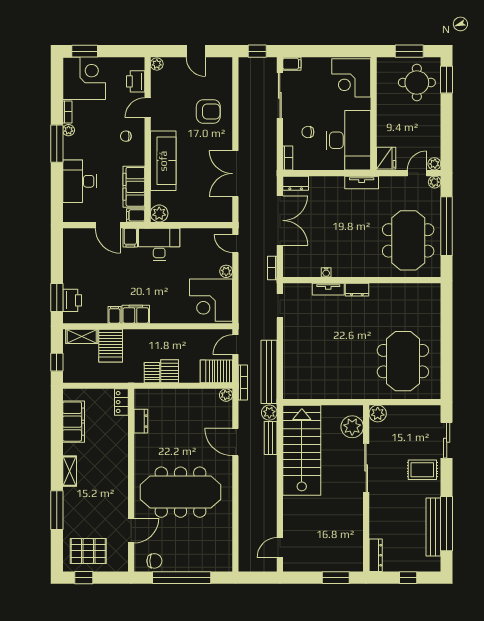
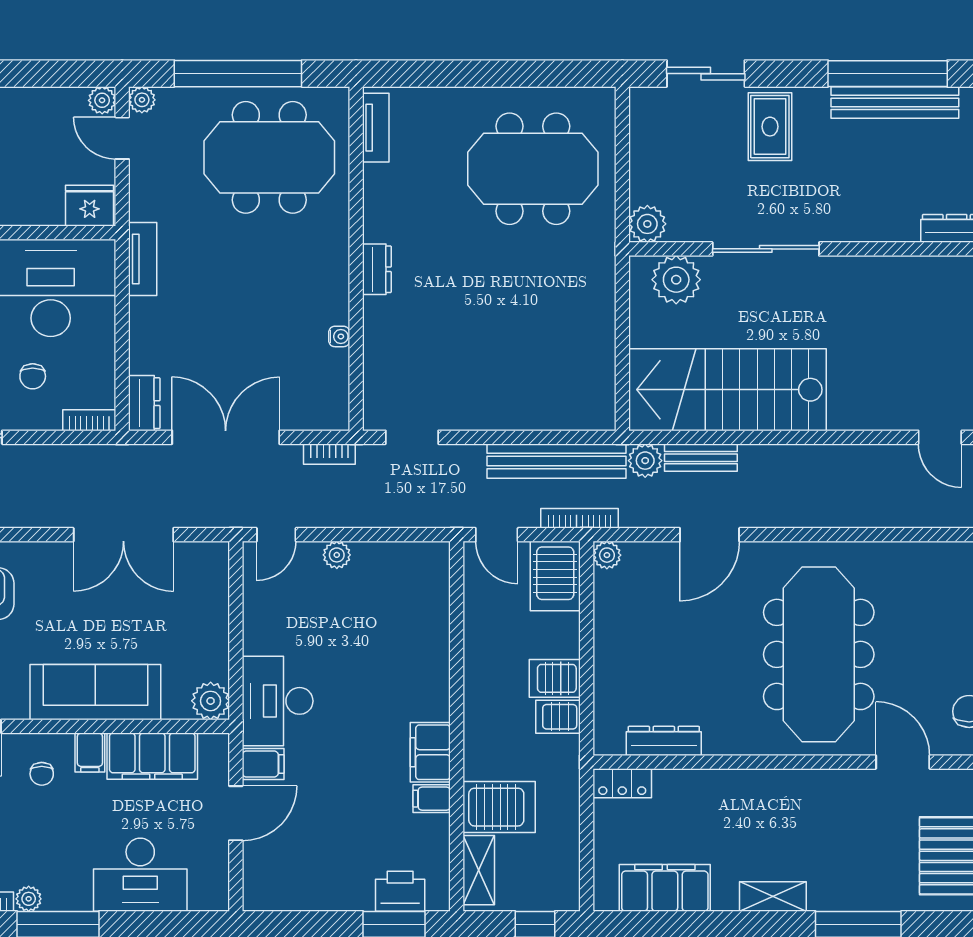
filing cabinet: (136, 215) -> (90, 752), moved
tv unit: (328, 289) -> (376, 128), moved
corner desk: (211, 300) -> (400, 588), removed
dresser: (141, 421) -> (664, 741), width x1.44

